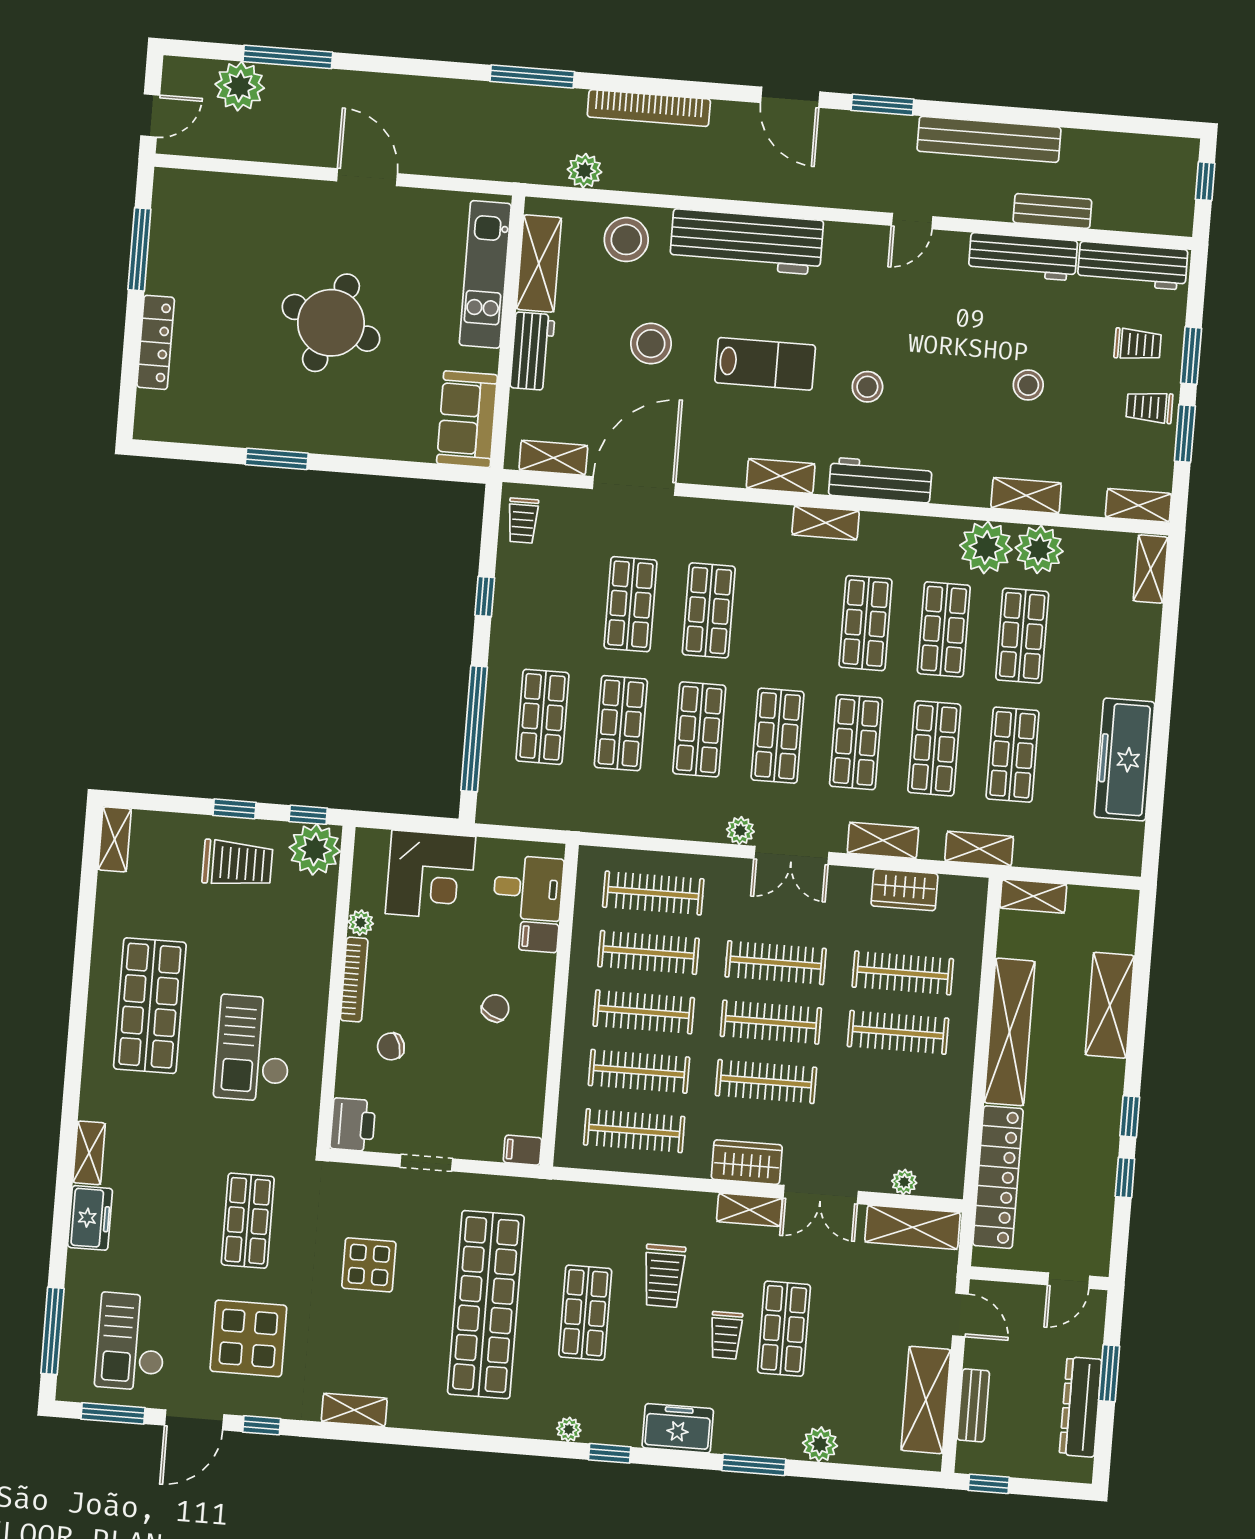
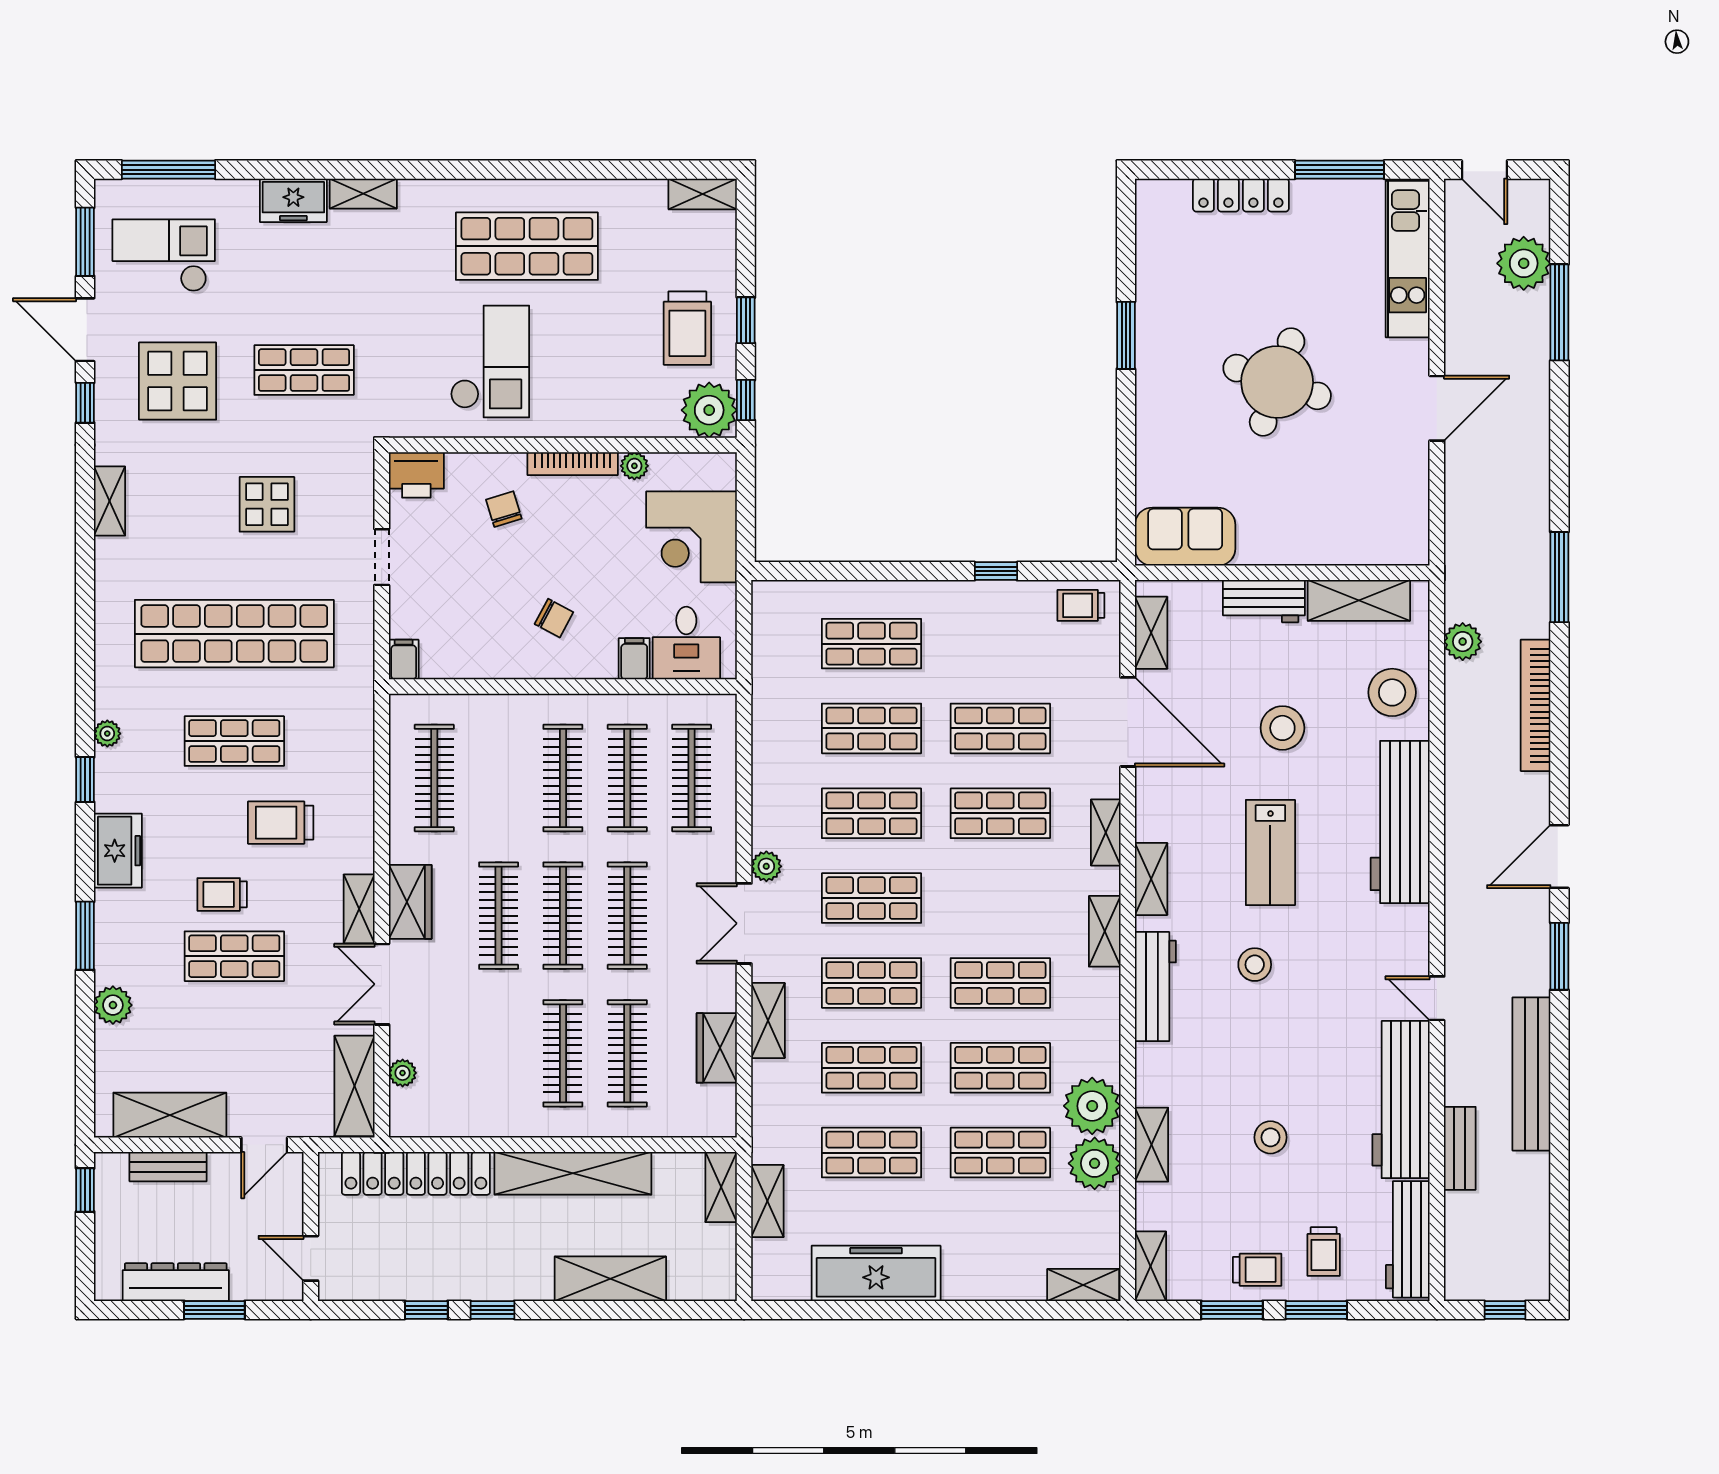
workbench: (1023, 257) -> (1401, 1100), width x1.36, depth x1.32
kitchen unit: (485, 274) -> (1408, 259), moved, turned -90
trolley: (1149, 407) -> (1257, 1270), turned 90
shelving: (734, 515) -> (1106, 833), added
window: (474, 729) -> (853, 571), removed
shelving: (979, 849) -> (767, 1201), moved
checkout: (254, 1048) -> (490, 361), turned 90
clothes rail: (639, 1071) -> (499, 778), removed

